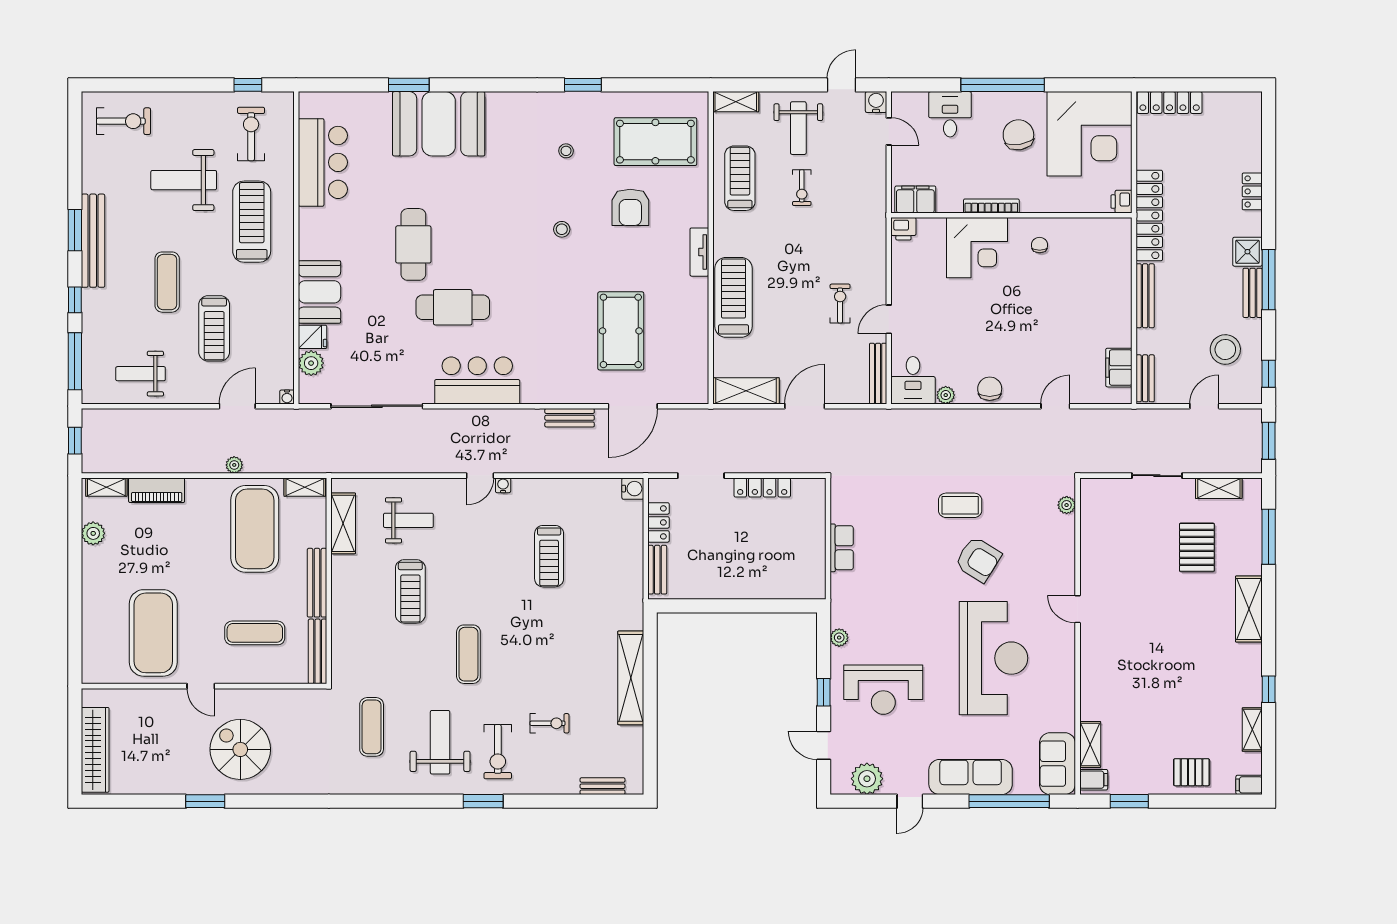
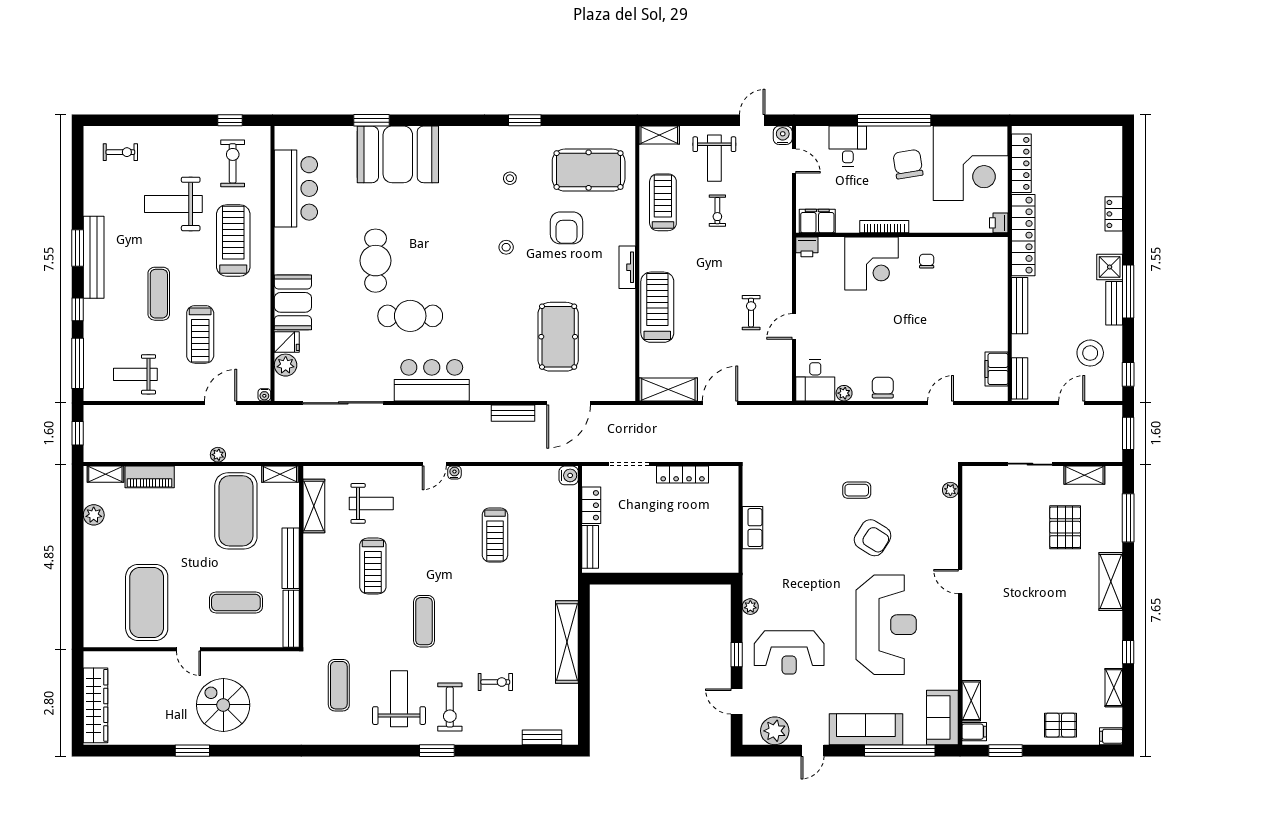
locker: (1170, 103) -> (1021, 163), moved, turned -90
exercise bike: (123, 121) -> (120, 152), width x0.73, depth x0.72
bench: (878, 374) -> (785, 374), removed
coffee table: (960, 505) -> (857, 490), width x0.73, depth x0.77

